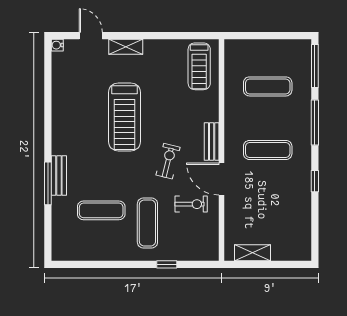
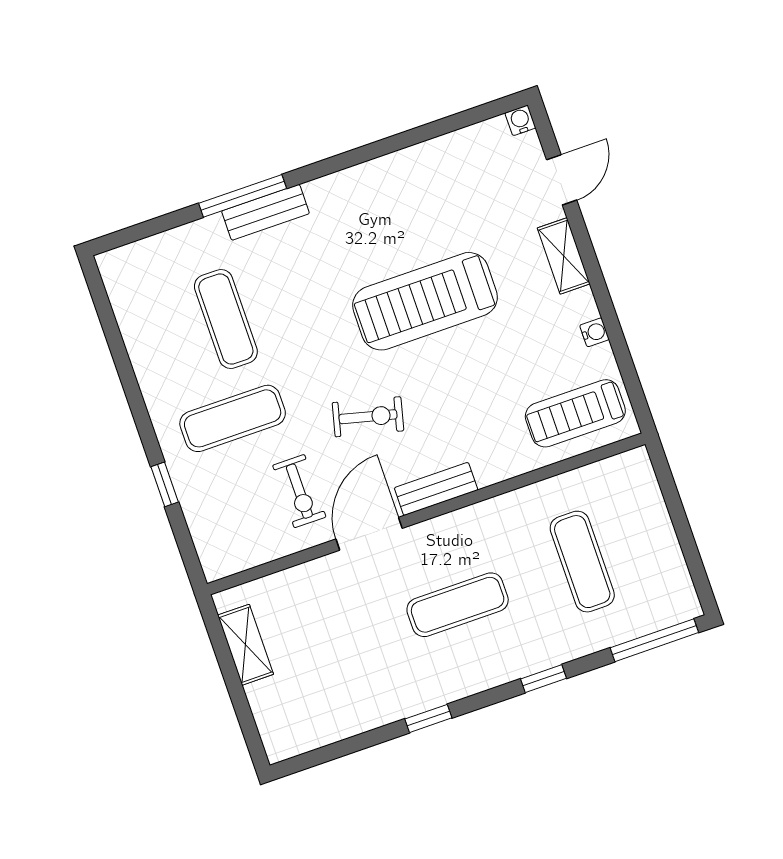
water cooler: (165, 45) -> (594, 332), added
window: (315, 123) -> (544, 679), width x0.46
exercise mat: (268, 150) -> (458, 605), turned 90

